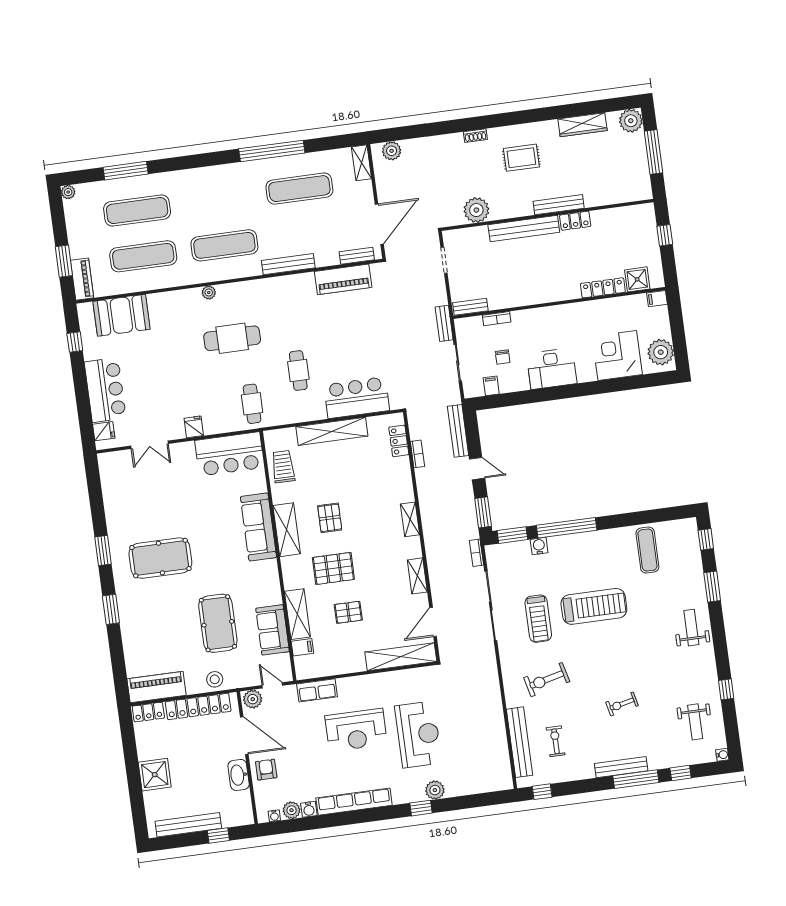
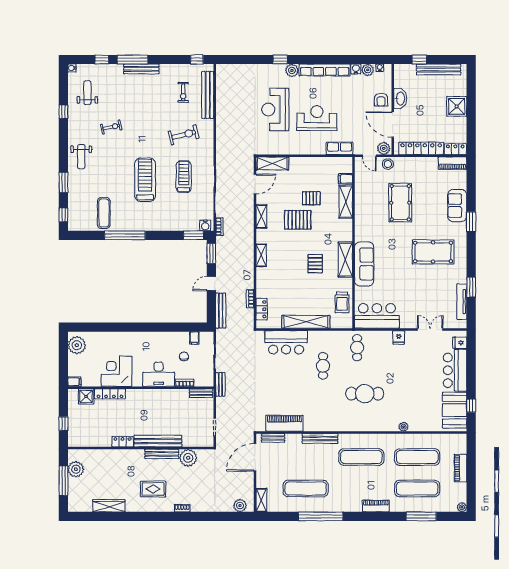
plant: (631, 121) -> (76, 469), moved
piano: (194, 177) -> (376, 506), added
bench: (559, 205) -> (162, 454), moved
window: (64, 261) -> (471, 461), removed
piano: (82, 279) -> (460, 468), moved
plant: (209, 292) -> (404, 427), moved
booth: (121, 315) -> (455, 410), moved, turned 90
corner desk: (617, 356) -> (116, 371), moved, turned 180
desk: (552, 369) -> (159, 374), moved, turned 180
door: (477, 469) -> (211, 283), hinge flipped
tv unit: (109, 491) -> (462, 302), added
window: (567, 528) -> (125, 235), moved
water cooler: (539, 546) -> (205, 225), moved
window: (103, 551) -> (471, 287), moved
pallet: (333, 568) -> (298, 220), moved
treadmill: (594, 606) -> (145, 180), turned 90
sofa: (272, 630) -> (457, 206), moved, turned 180
shelving: (401, 657) -> (272, 163), width x0.68
stool: (215, 679) -> (388, 164), moved
piano: (157, 687) -> (453, 163), width x0.73, depth x0.75
exercise bike: (622, 704) -> (111, 127), moved
plant: (435, 790) -> (292, 70), moved

